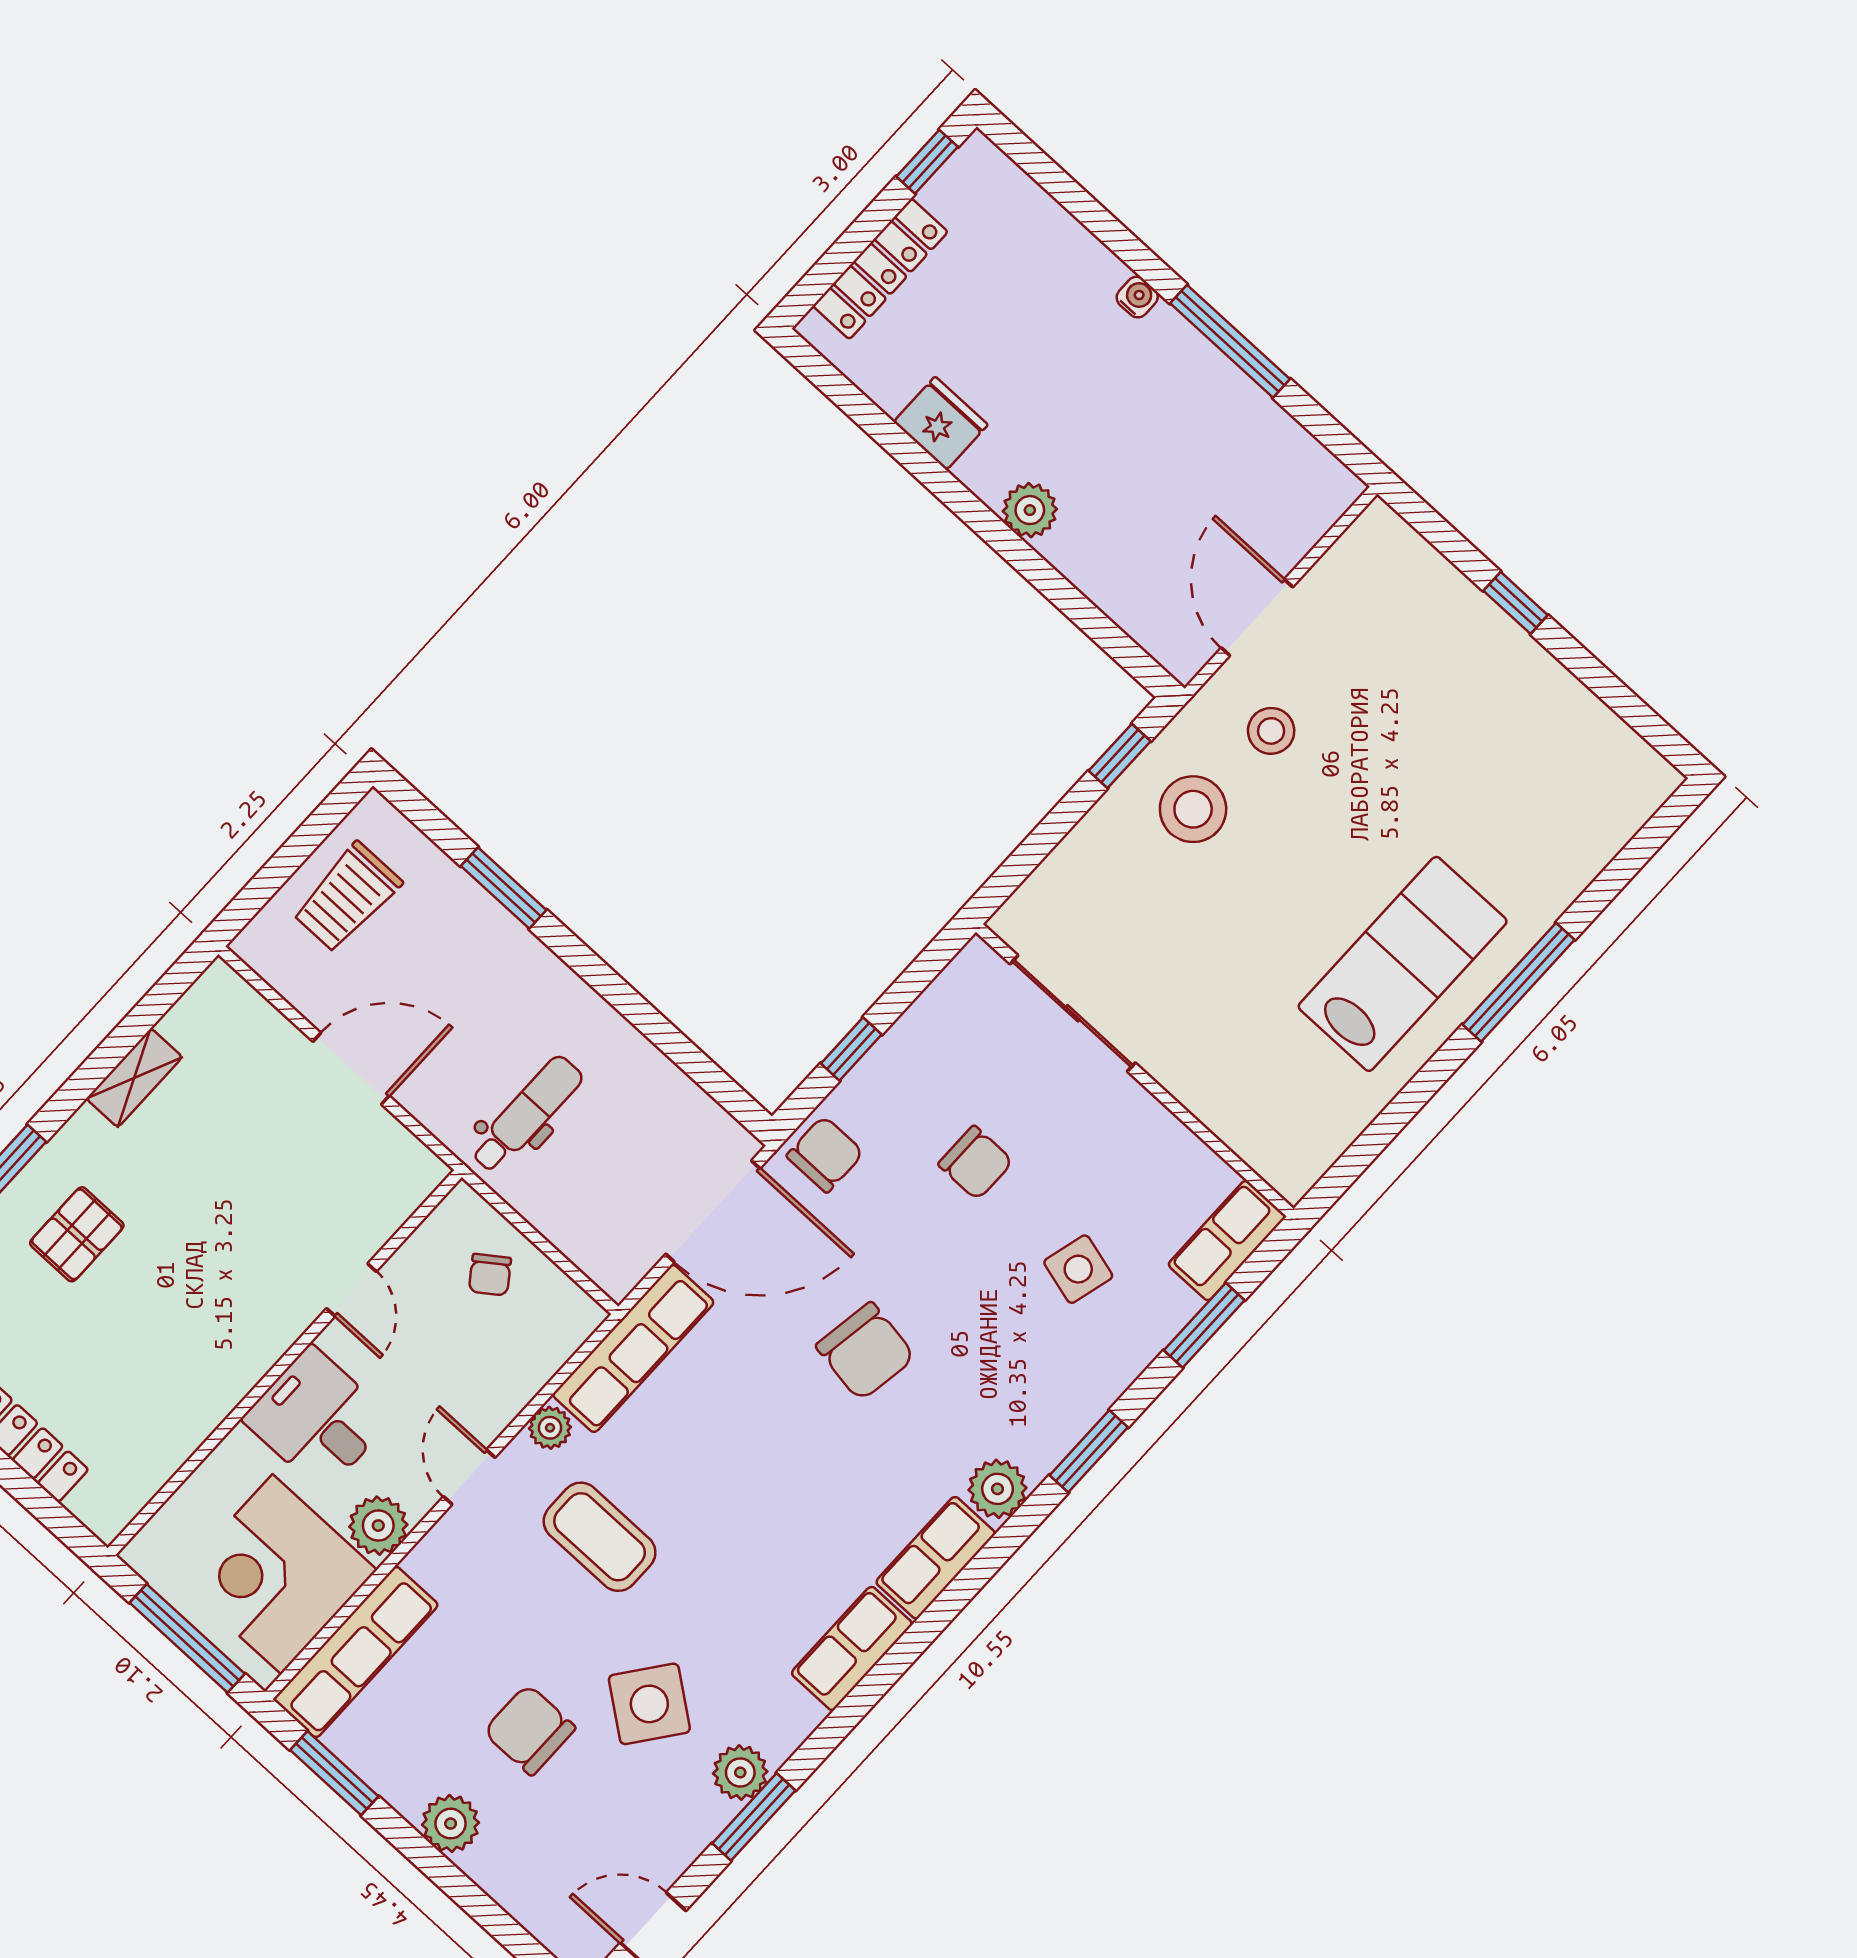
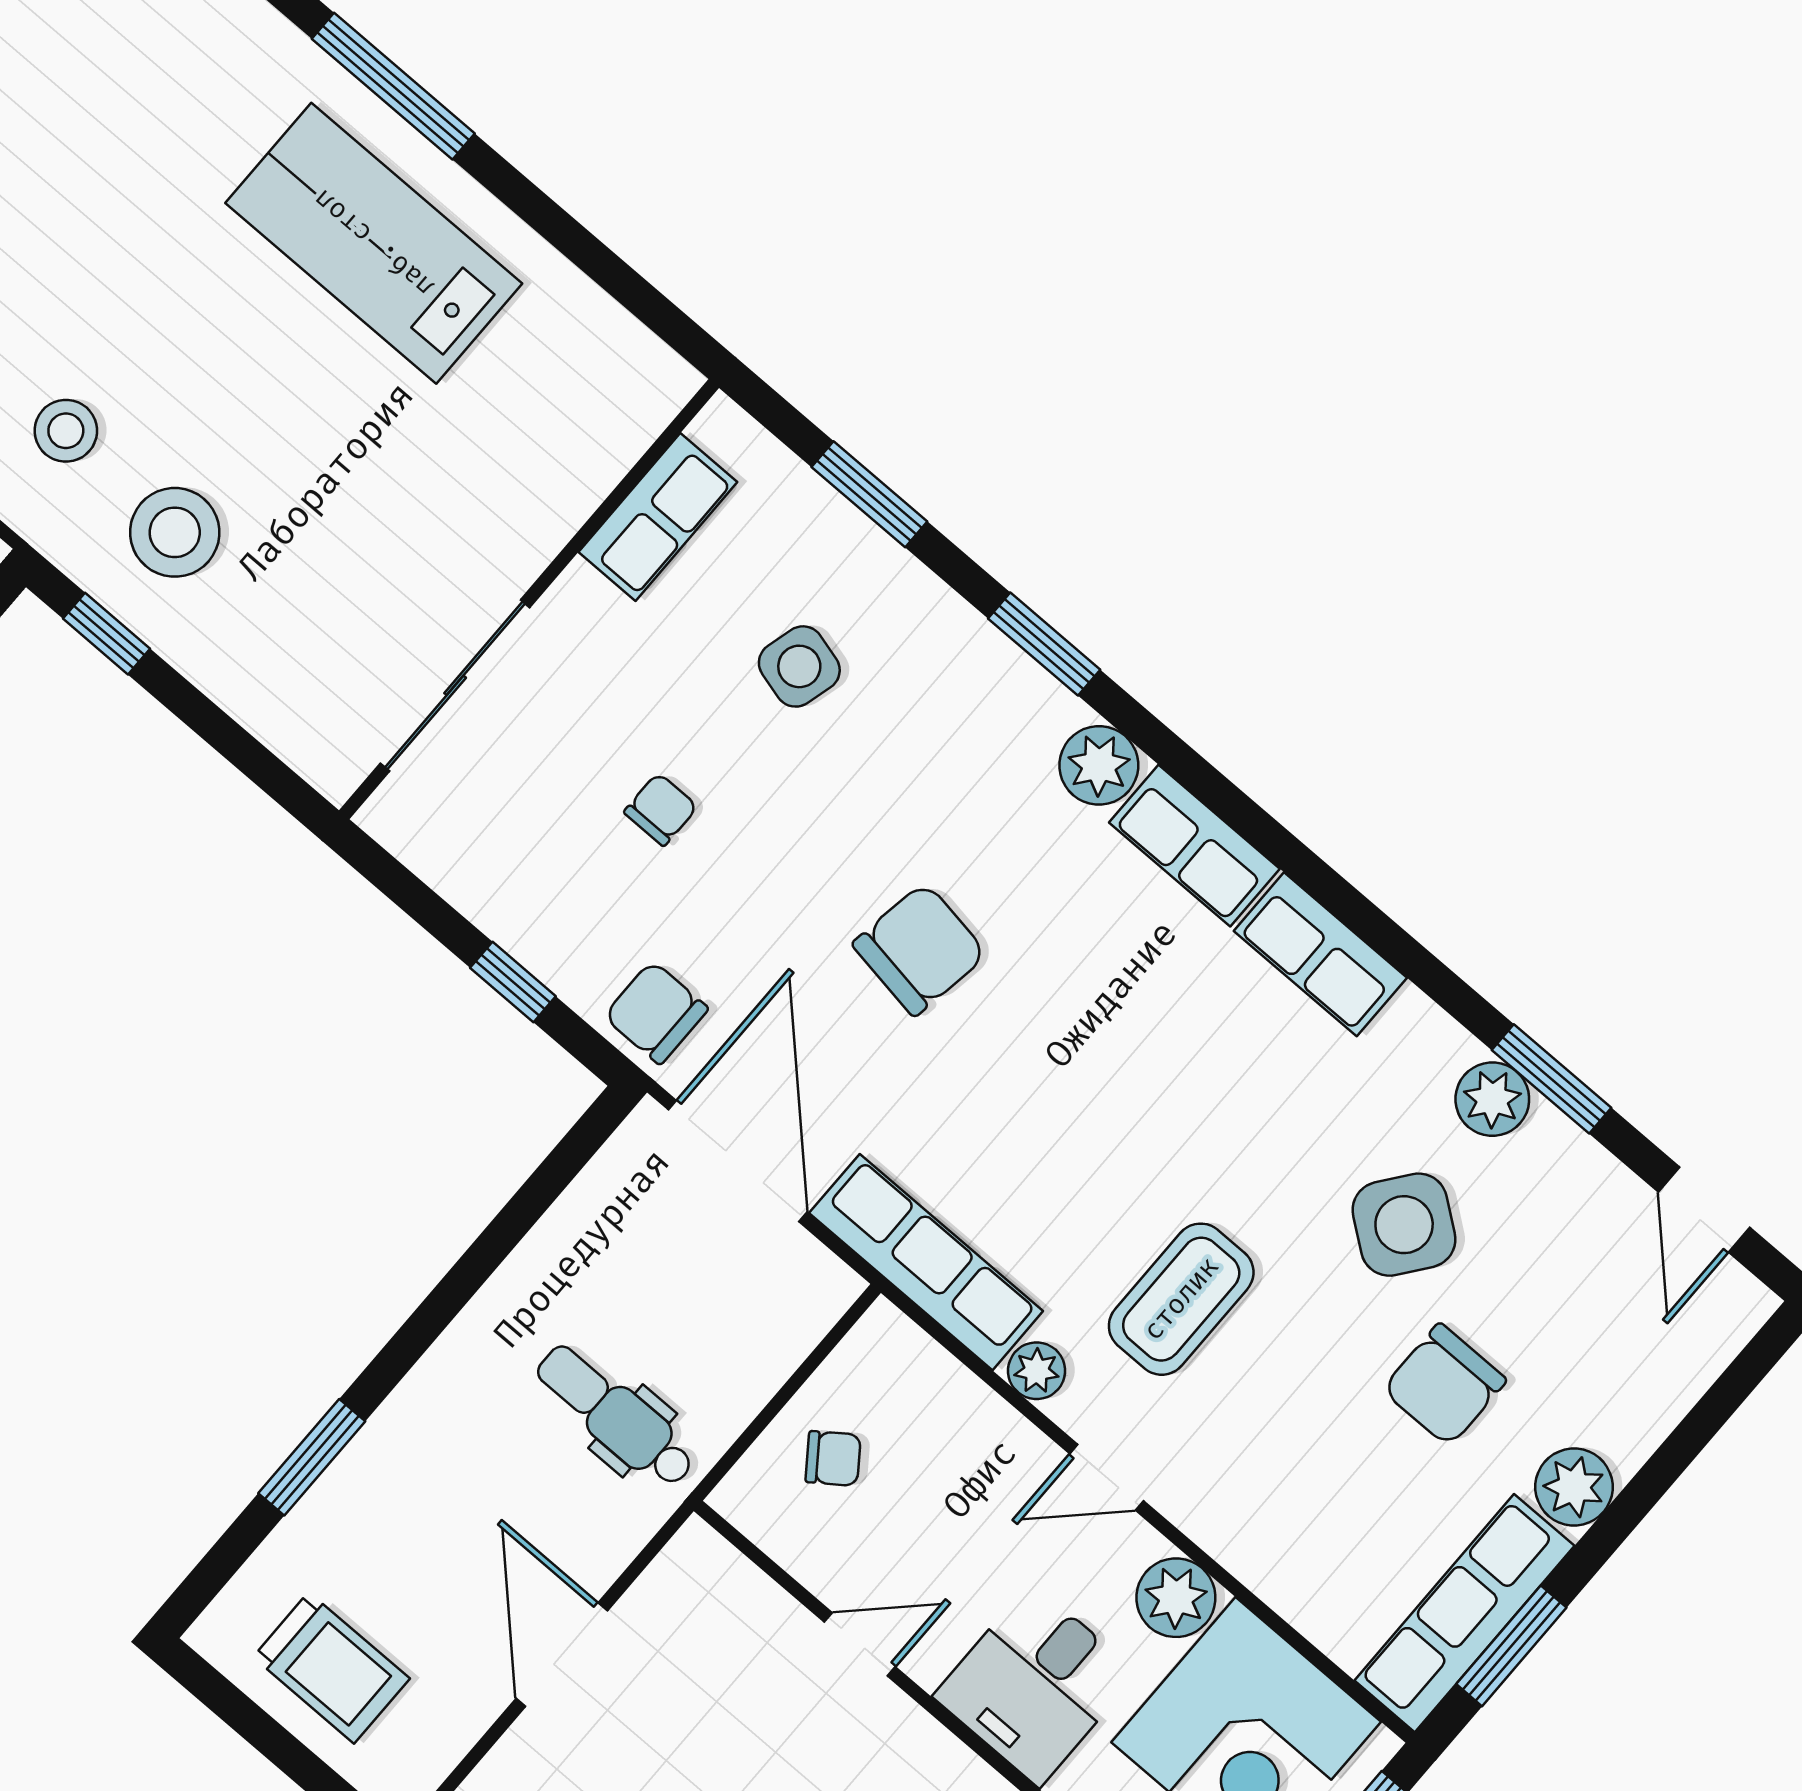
chair: (976, 1163) -> (661, 809), width x0.73, depth x0.73
row of seats: (1227, 1241) -> (658, 517), moved, turned -90
row of seats: (356, 1652) -> (1464, 1613), moved, turned -90

